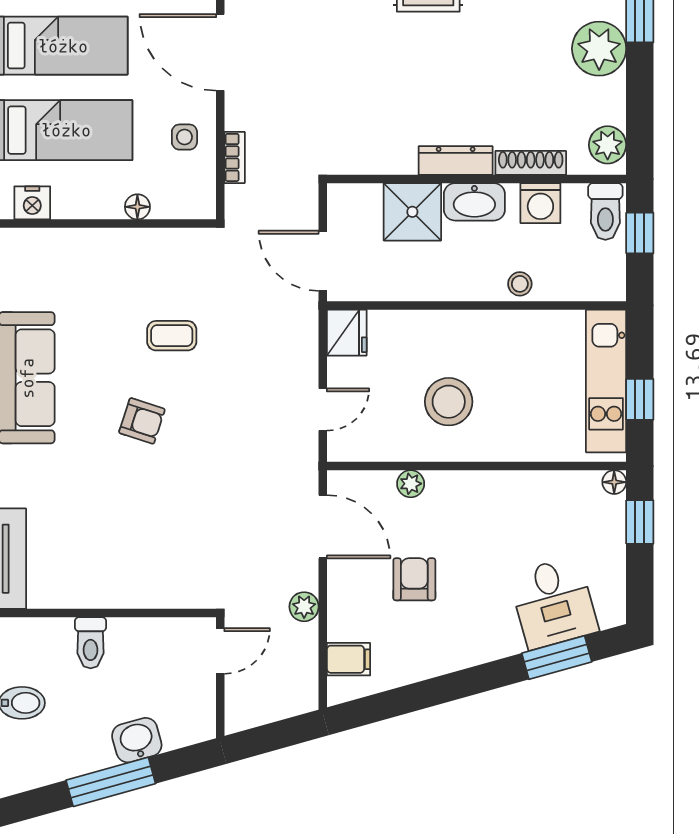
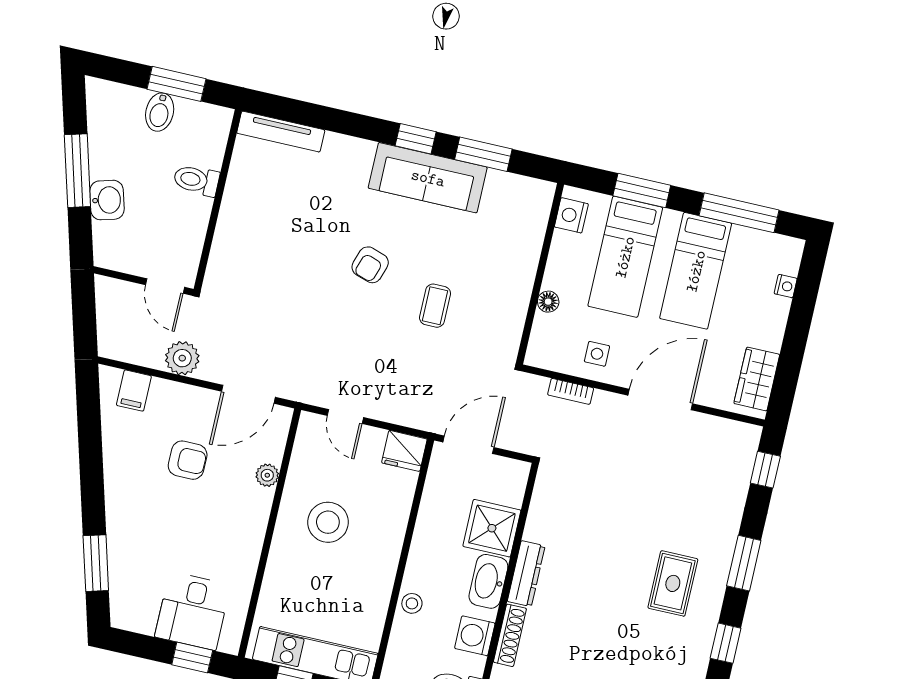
floor lamp: (614, 482) -> (230, 644), removed
desk: (554, 603) -> (193, 611), moved, turned -74
plant: (304, 607) -> (182, 358), width x1.38, depth x1.38

